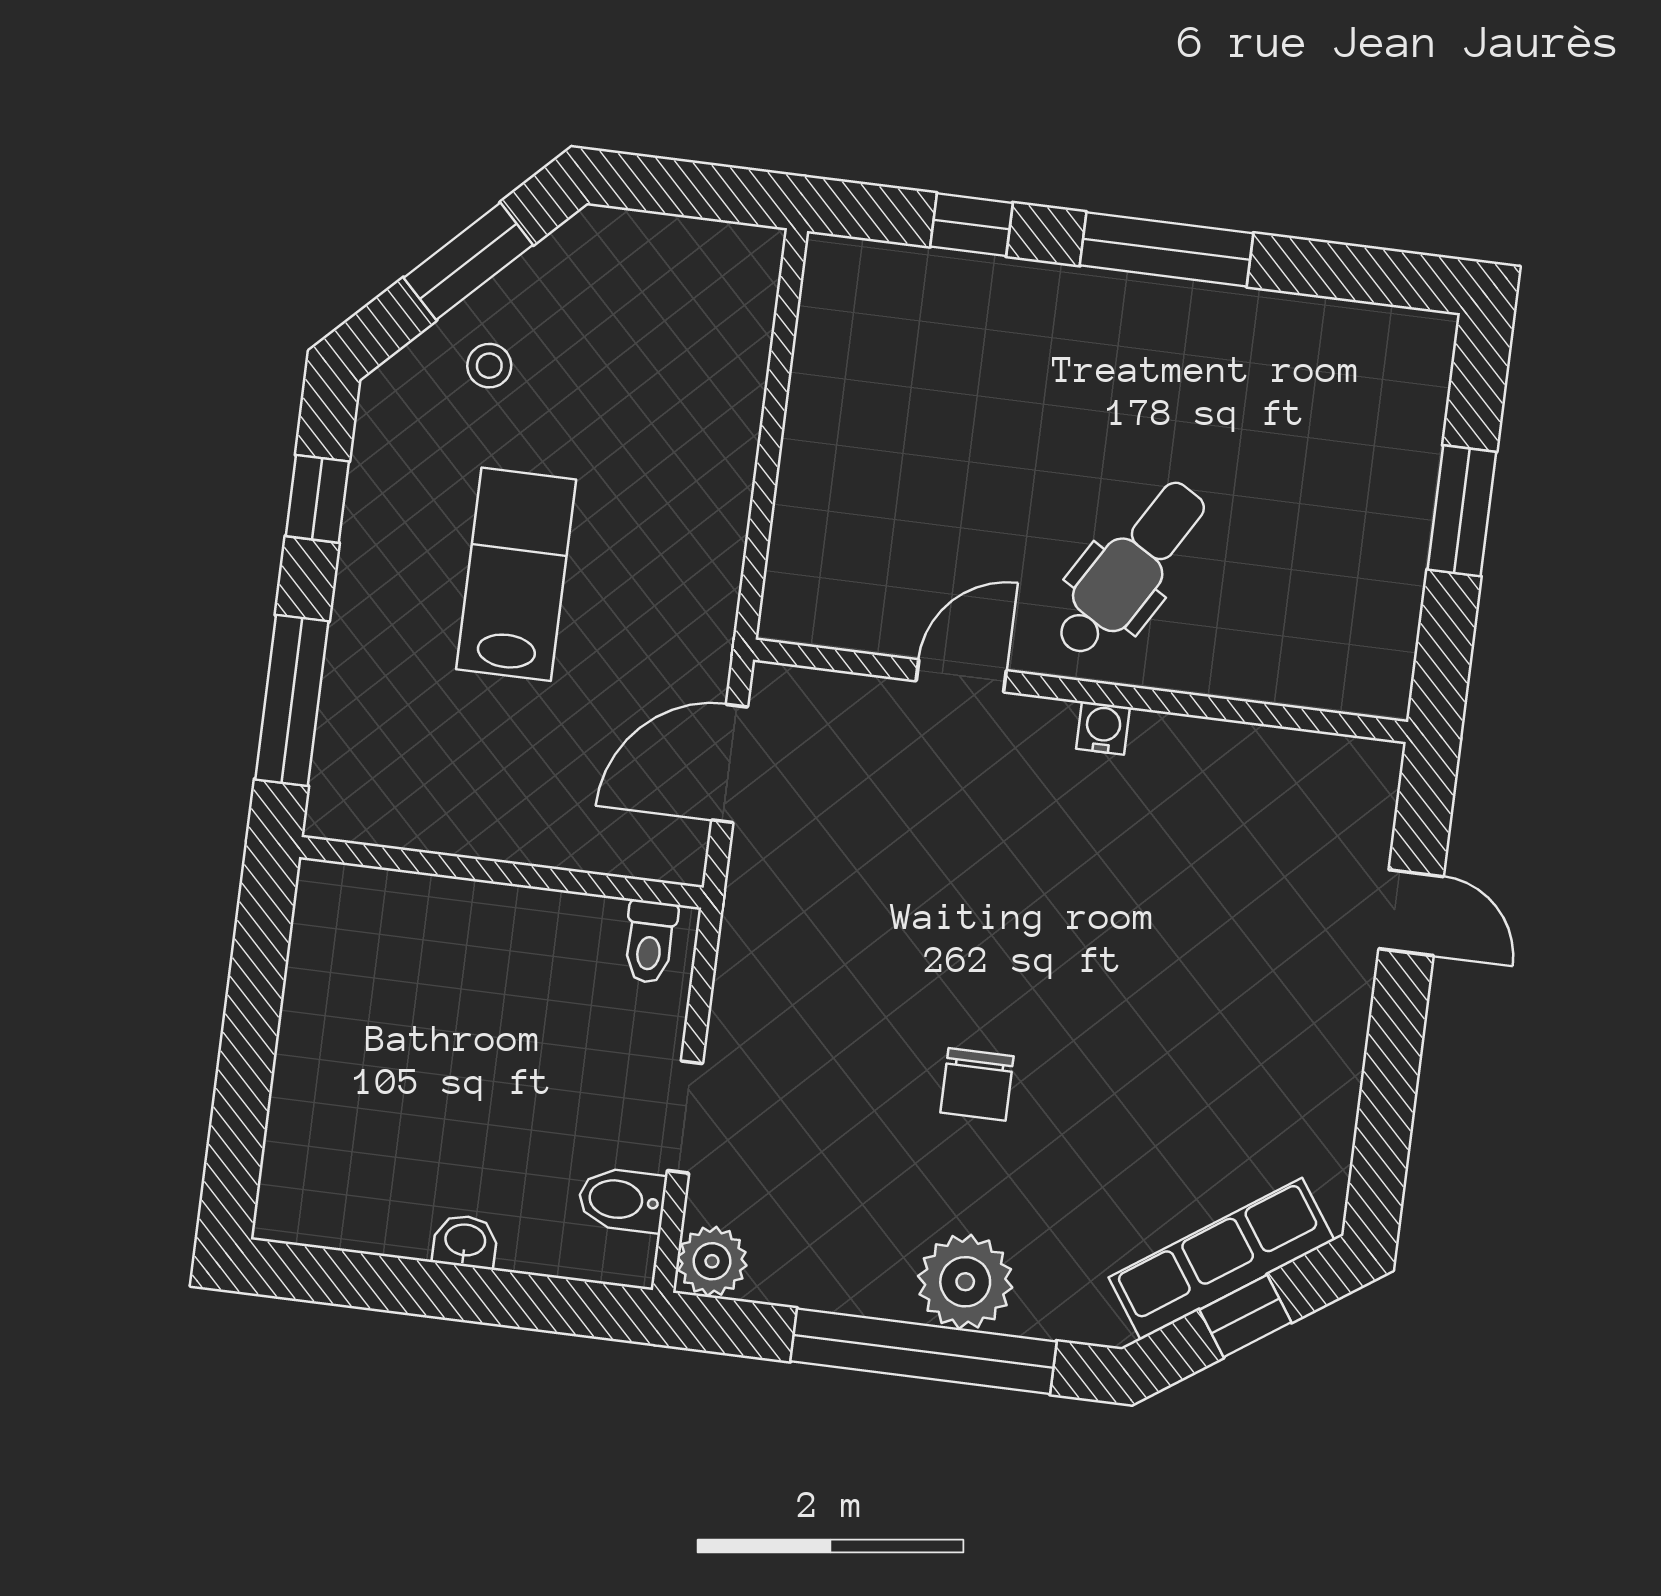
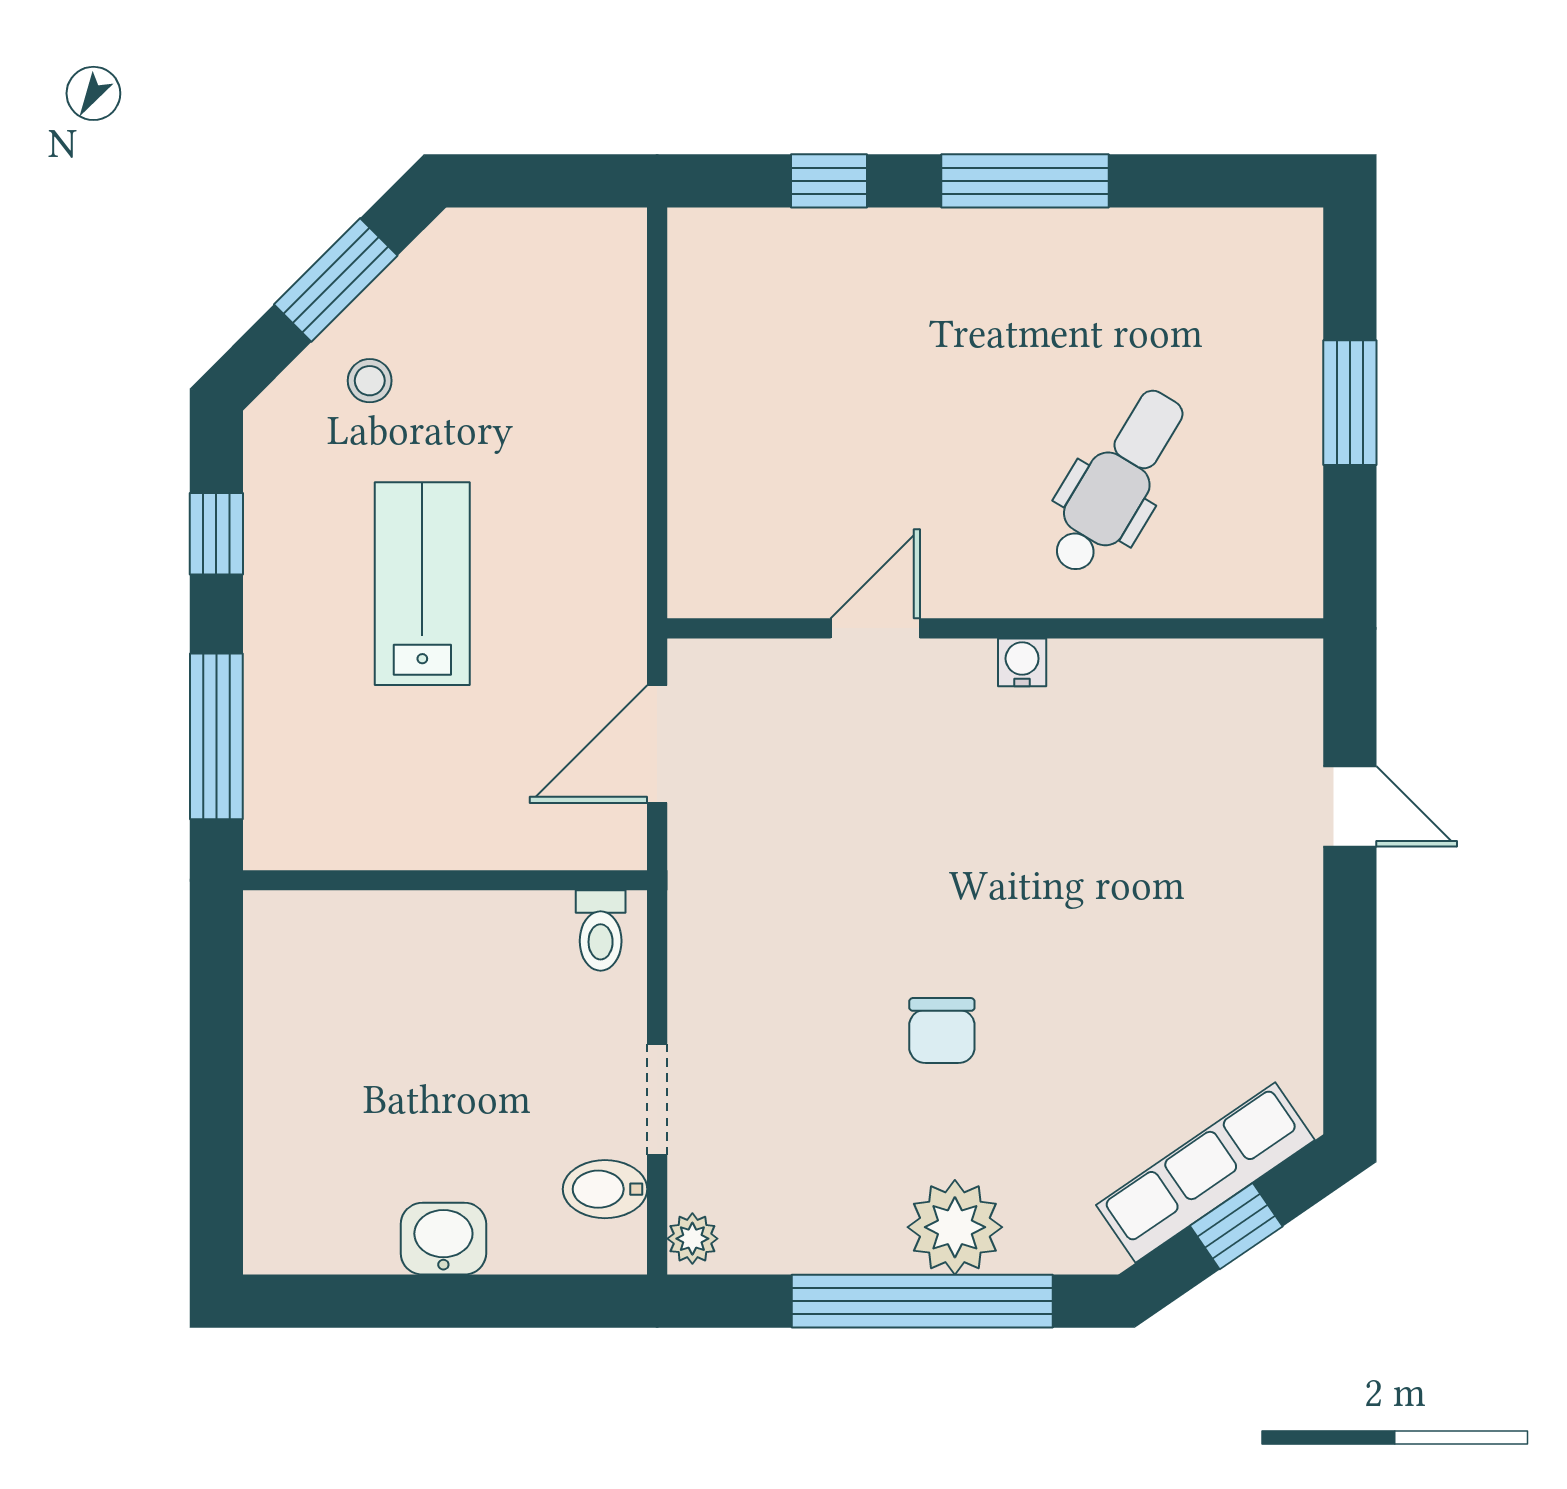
dental chair: (1130, 569) -> (1117, 482), moved
washbasin: (465, 1241) -> (443, 1239), width x1.38, depth x1.45
plant: (712, 1261) -> (692, 1239), width x0.73, depth x0.73

